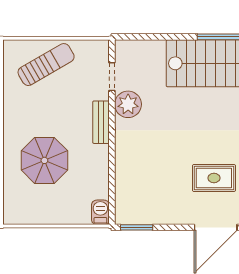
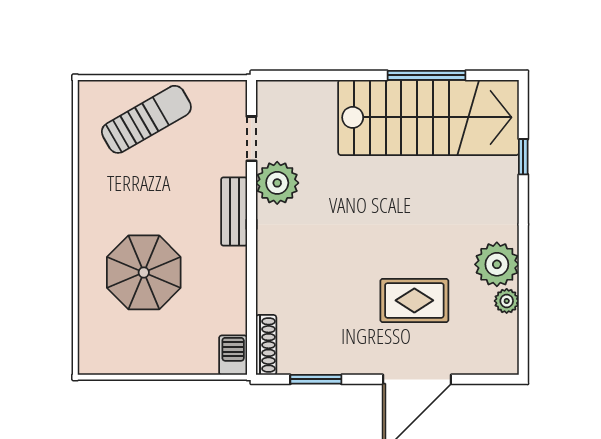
shoe rack: (121, 206) -> (266, 345), added
window: (137, 227) -> (316, 379), moved

